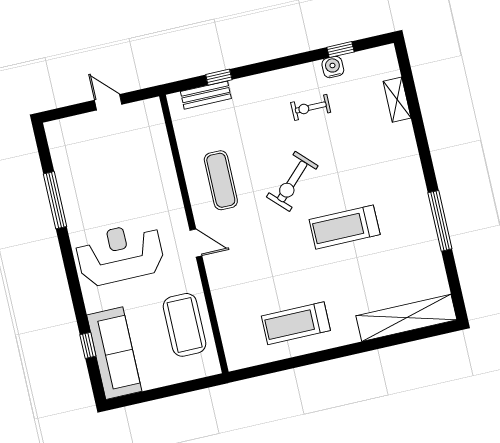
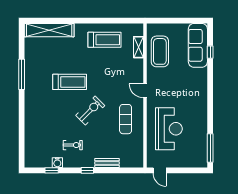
window: (219, 77) -> (87, 170), moved
bench: (206, 95) -> (107, 163), moved
shelving: (397, 100) -> (139, 47), moved
door: (108, 102) -> (160, 170), moved
window: (55, 200) -> (210, 148), moved
reception desk: (120, 254) -> (169, 129), moved, turned -90

